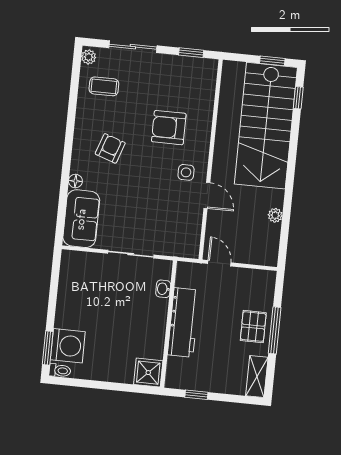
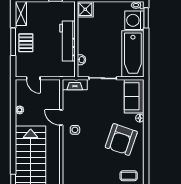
armchair: (169, 128) -> (88, 155), removed
armchair: (110, 148) -> (121, 139), width x1.88, depth x1.88
fireplace: (179, 248) -> (75, 85), added
door: (219, 263) -> (33, 78), moved
bathtub: (76, 290) -> (133, 54), added

